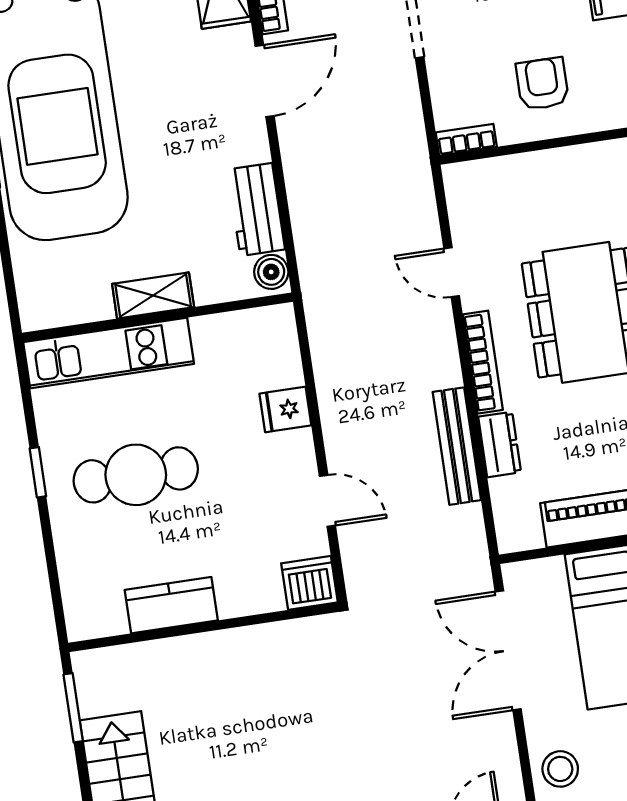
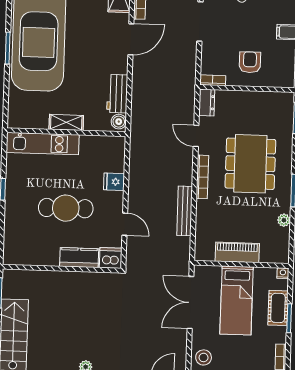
dresser: (500, 444) -> (207, 103), moved
cafe table: (136, 475) -> (66, 208), moved
kitchen counter: (171, 605) -> (79, 258), moved

